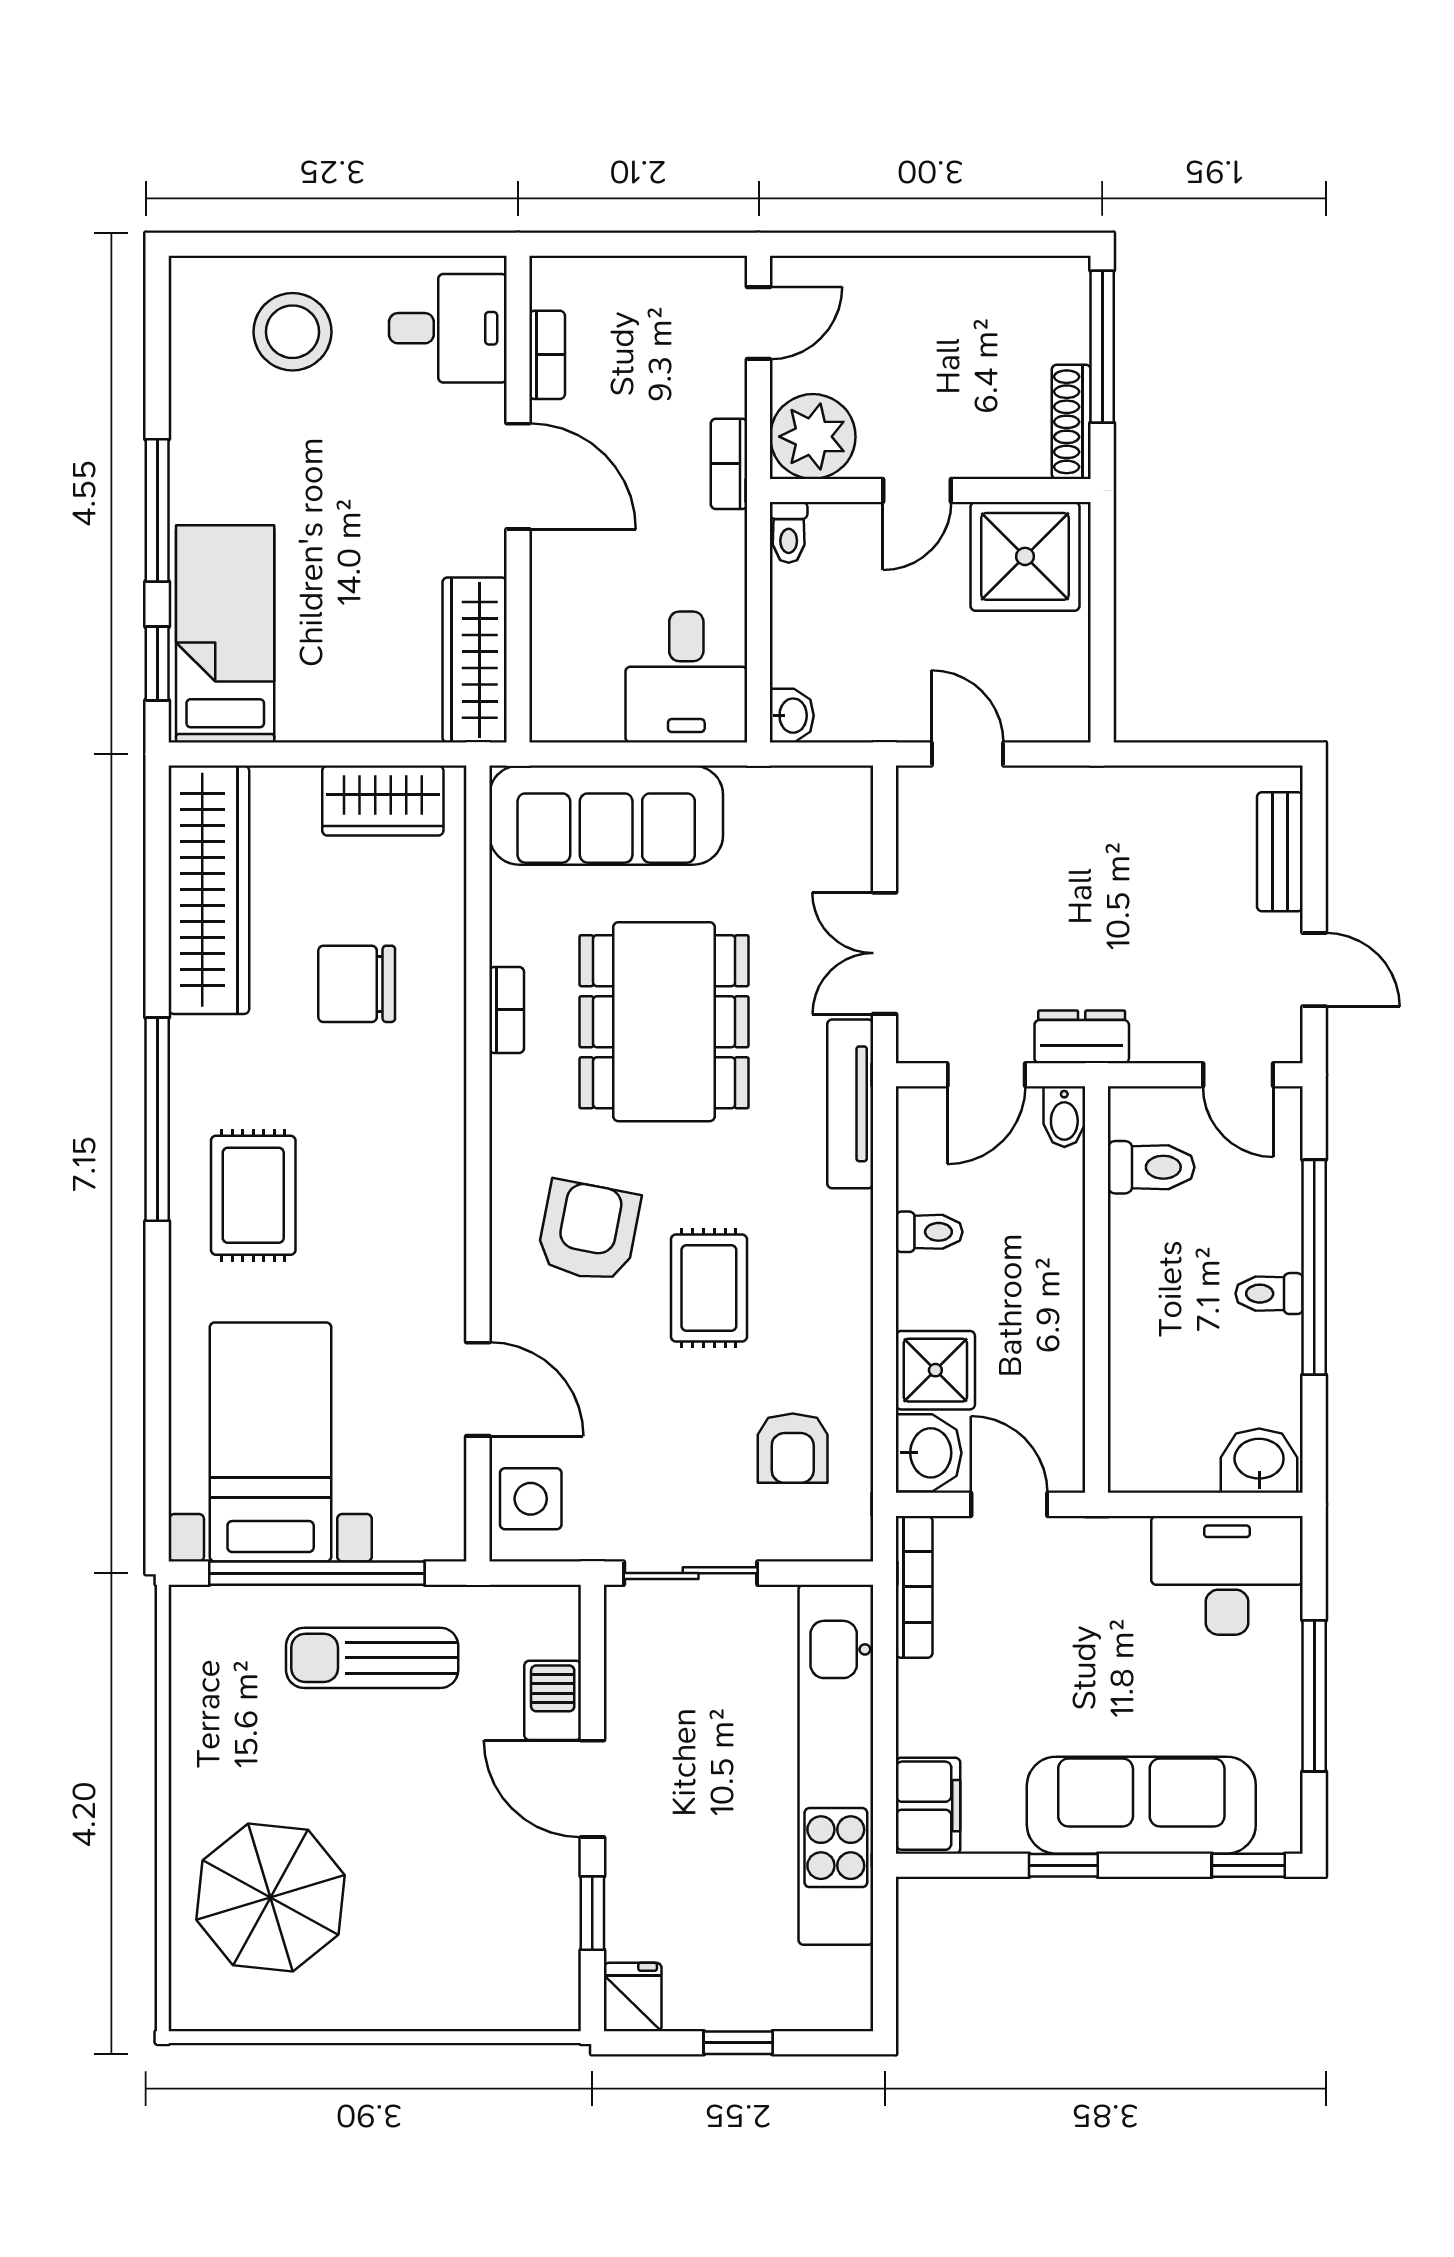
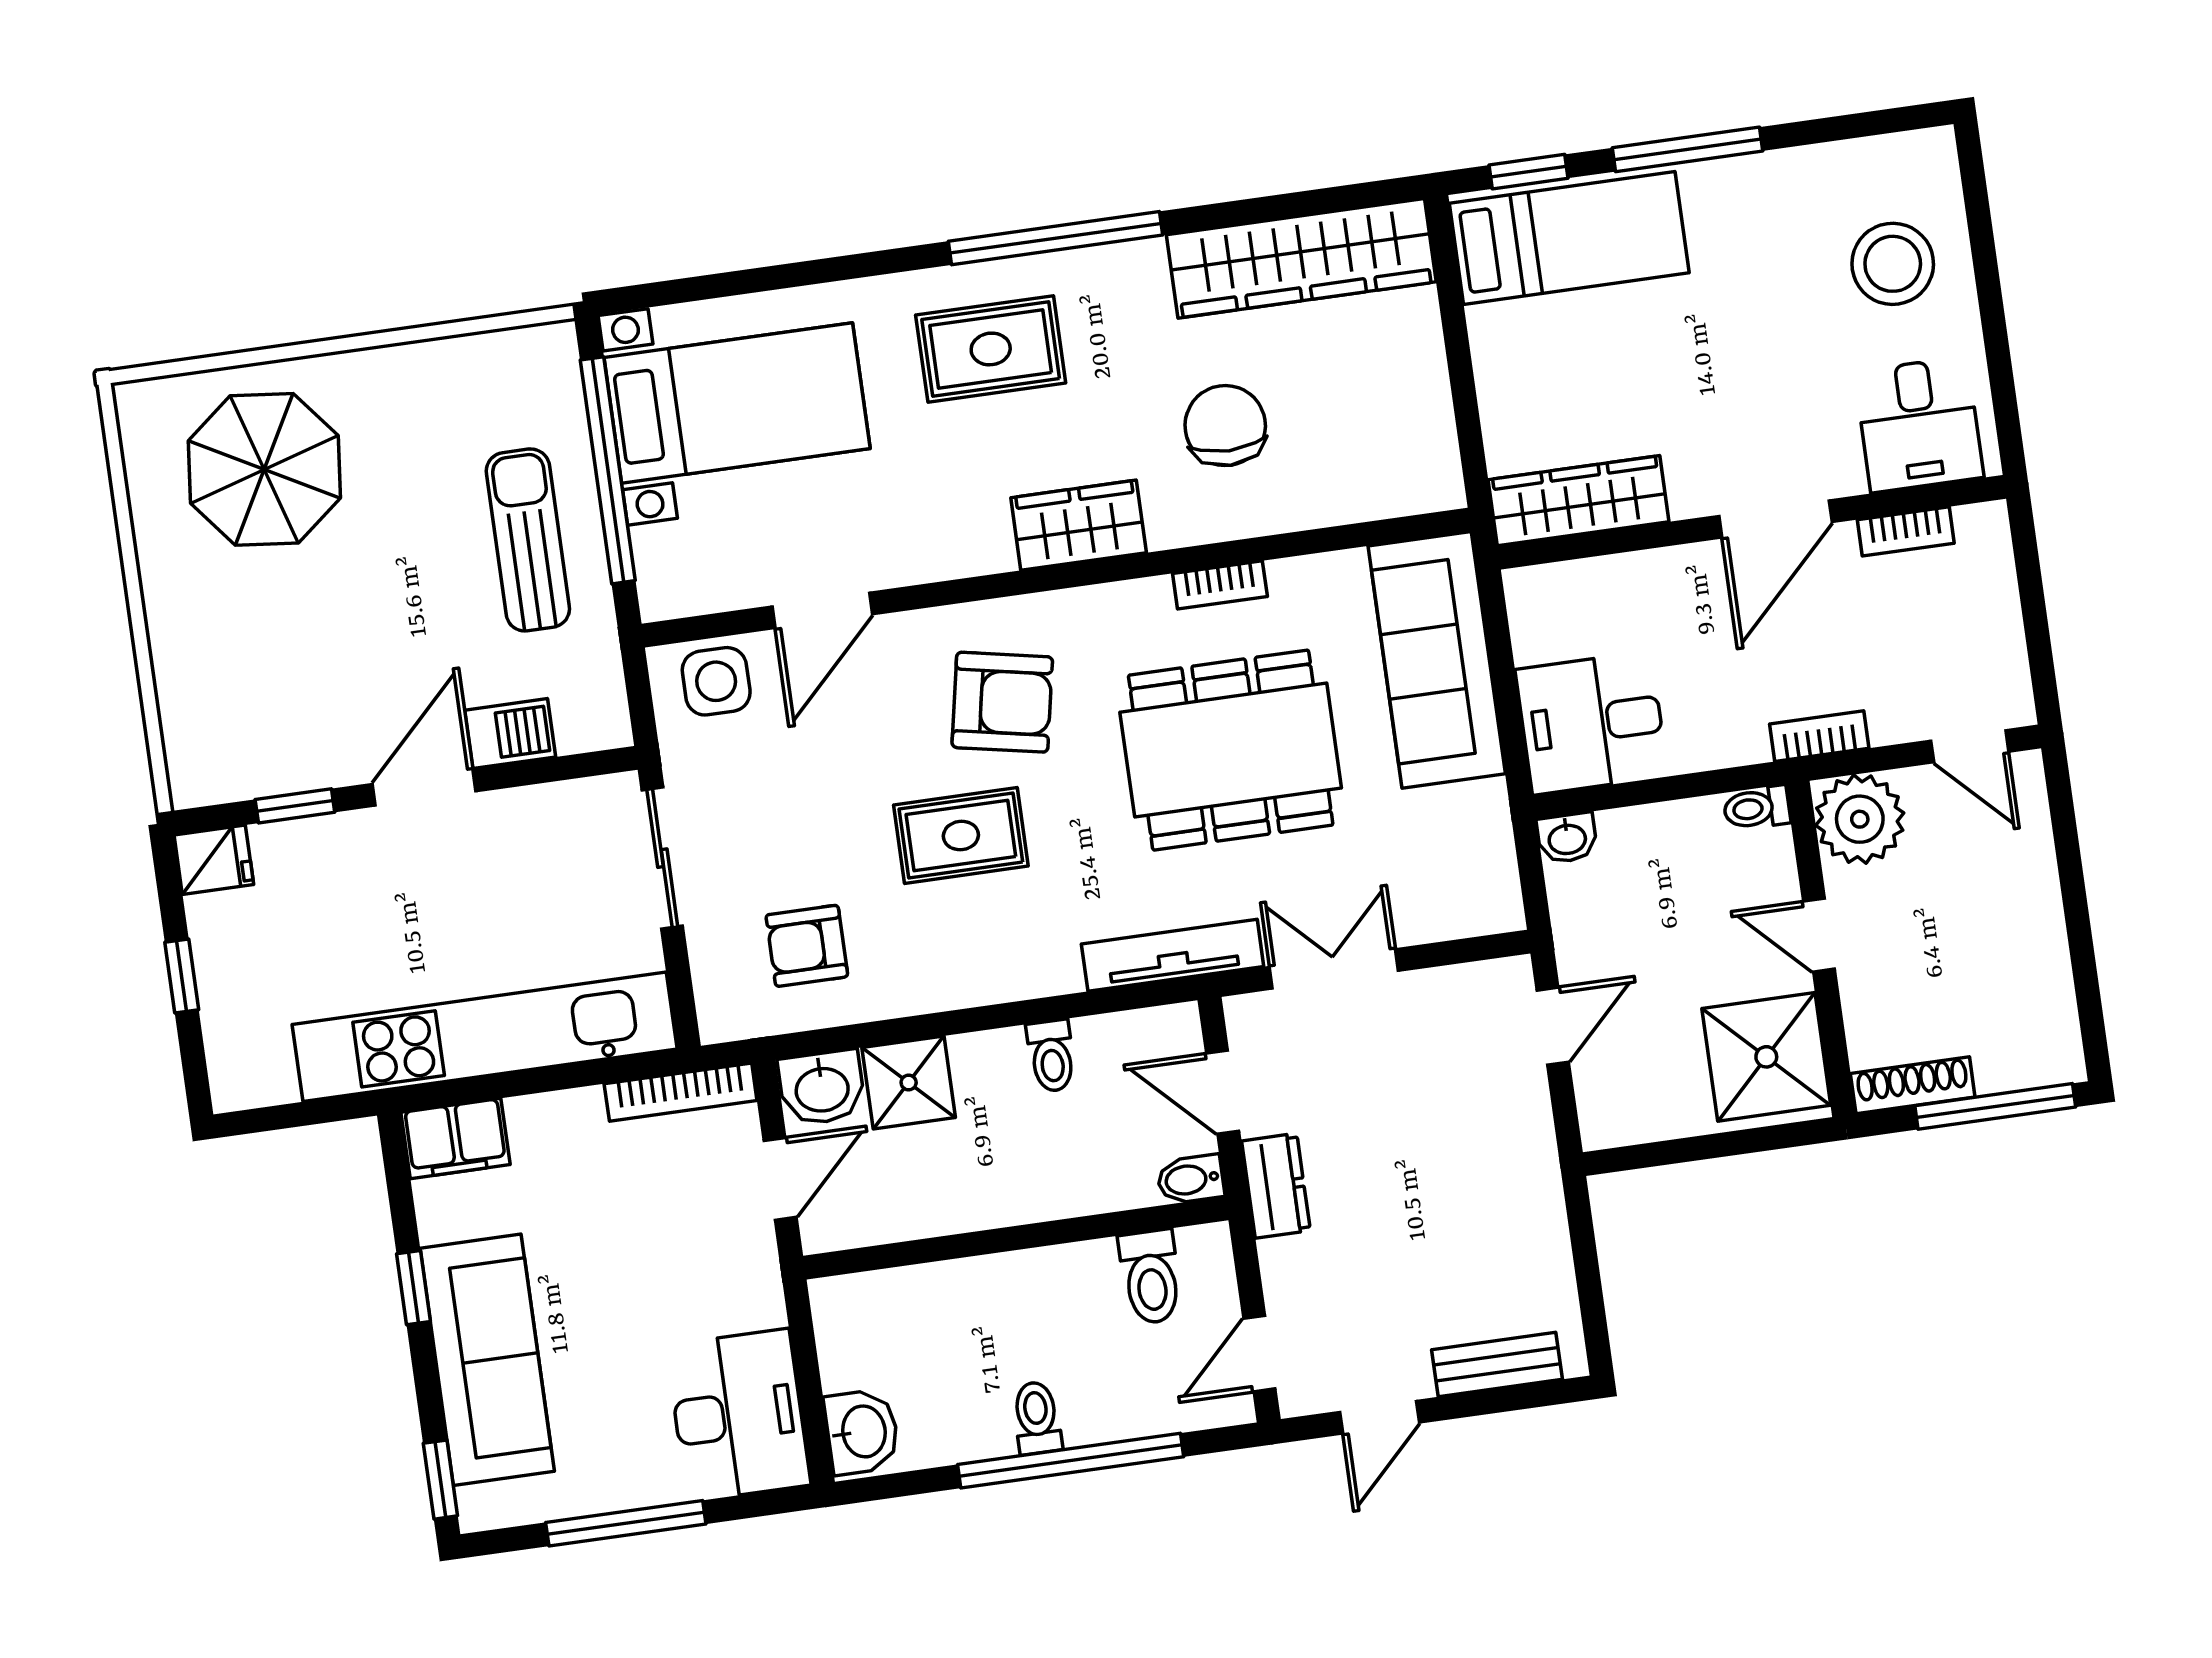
wardrobe: (383, 801) -> (1079, 525), moved, turned 90

